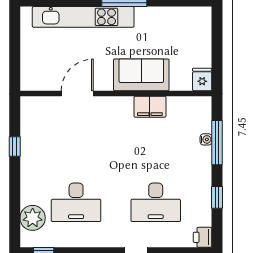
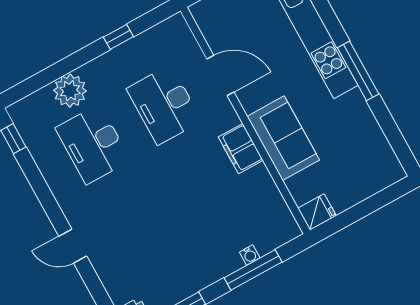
filing cabinet: (150, 107) -> (241, 149), moved
desk: (156, 202) -> (164, 105), moved
plant: (33, 218) -> (70, 91), moved

